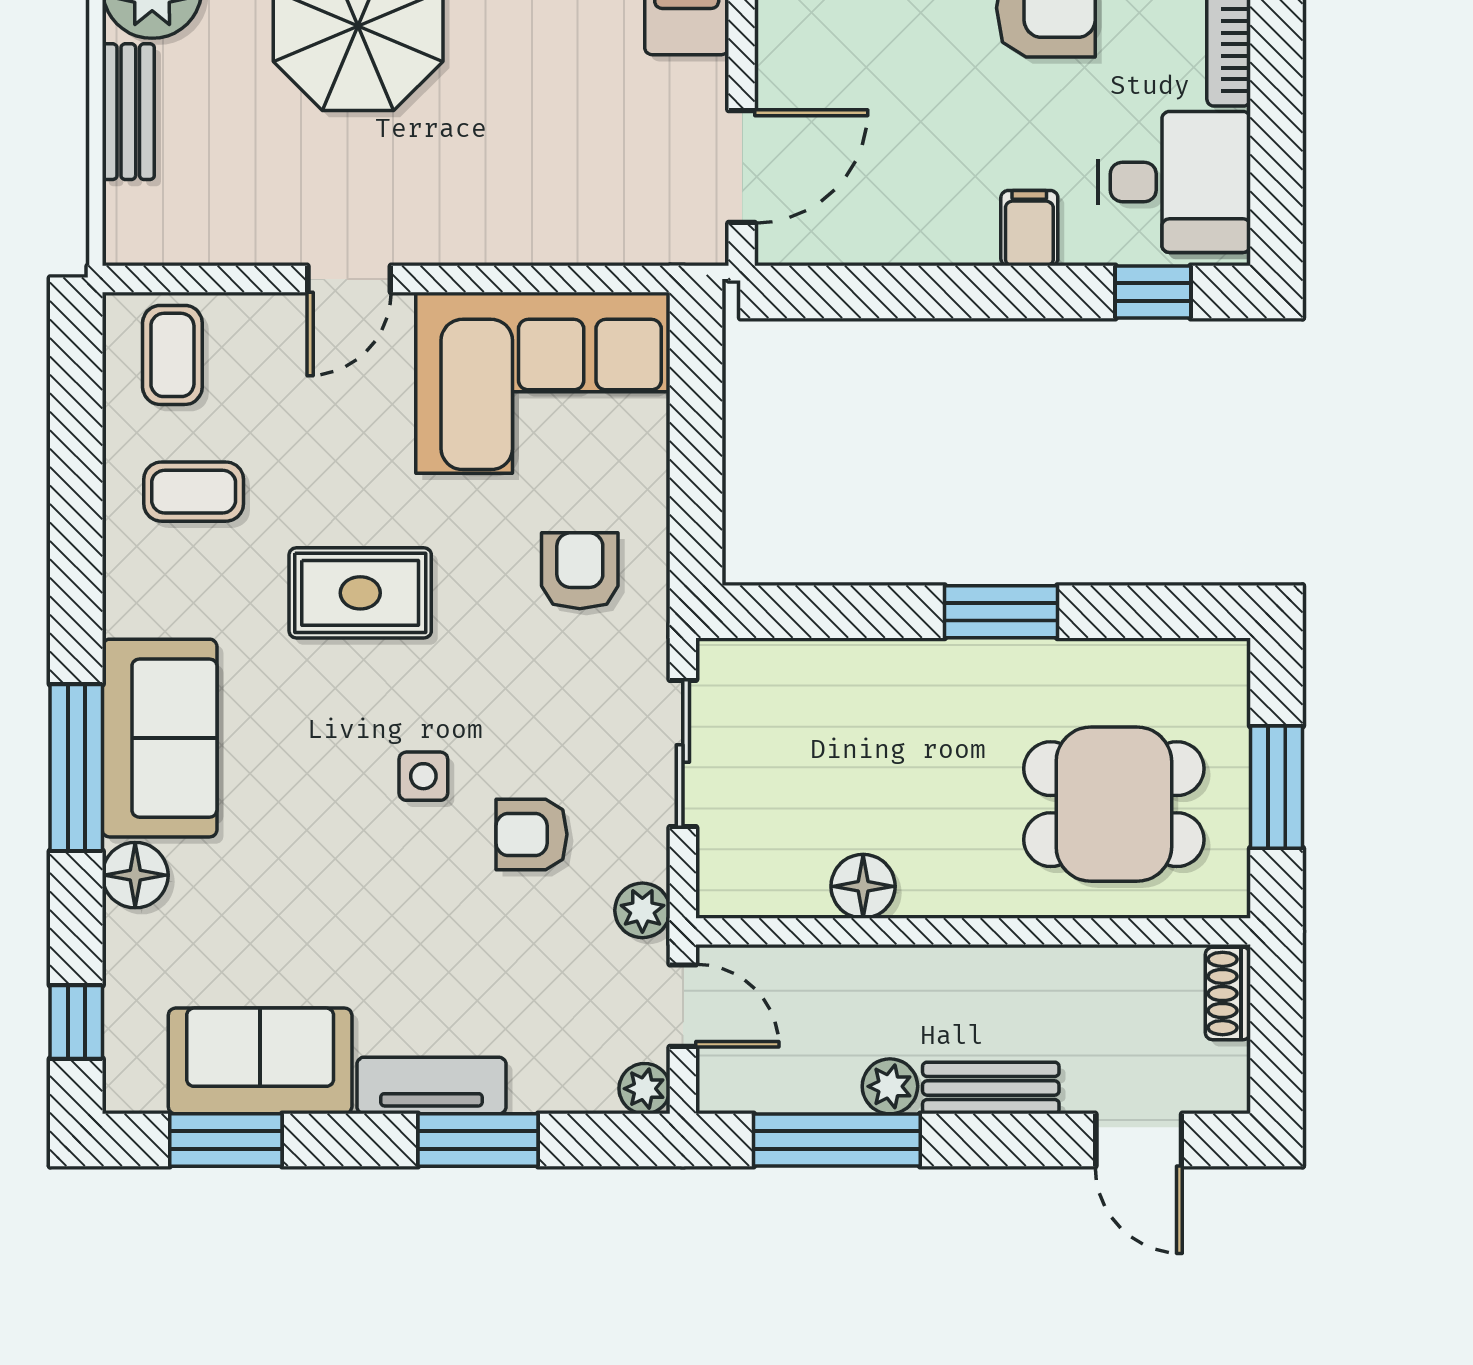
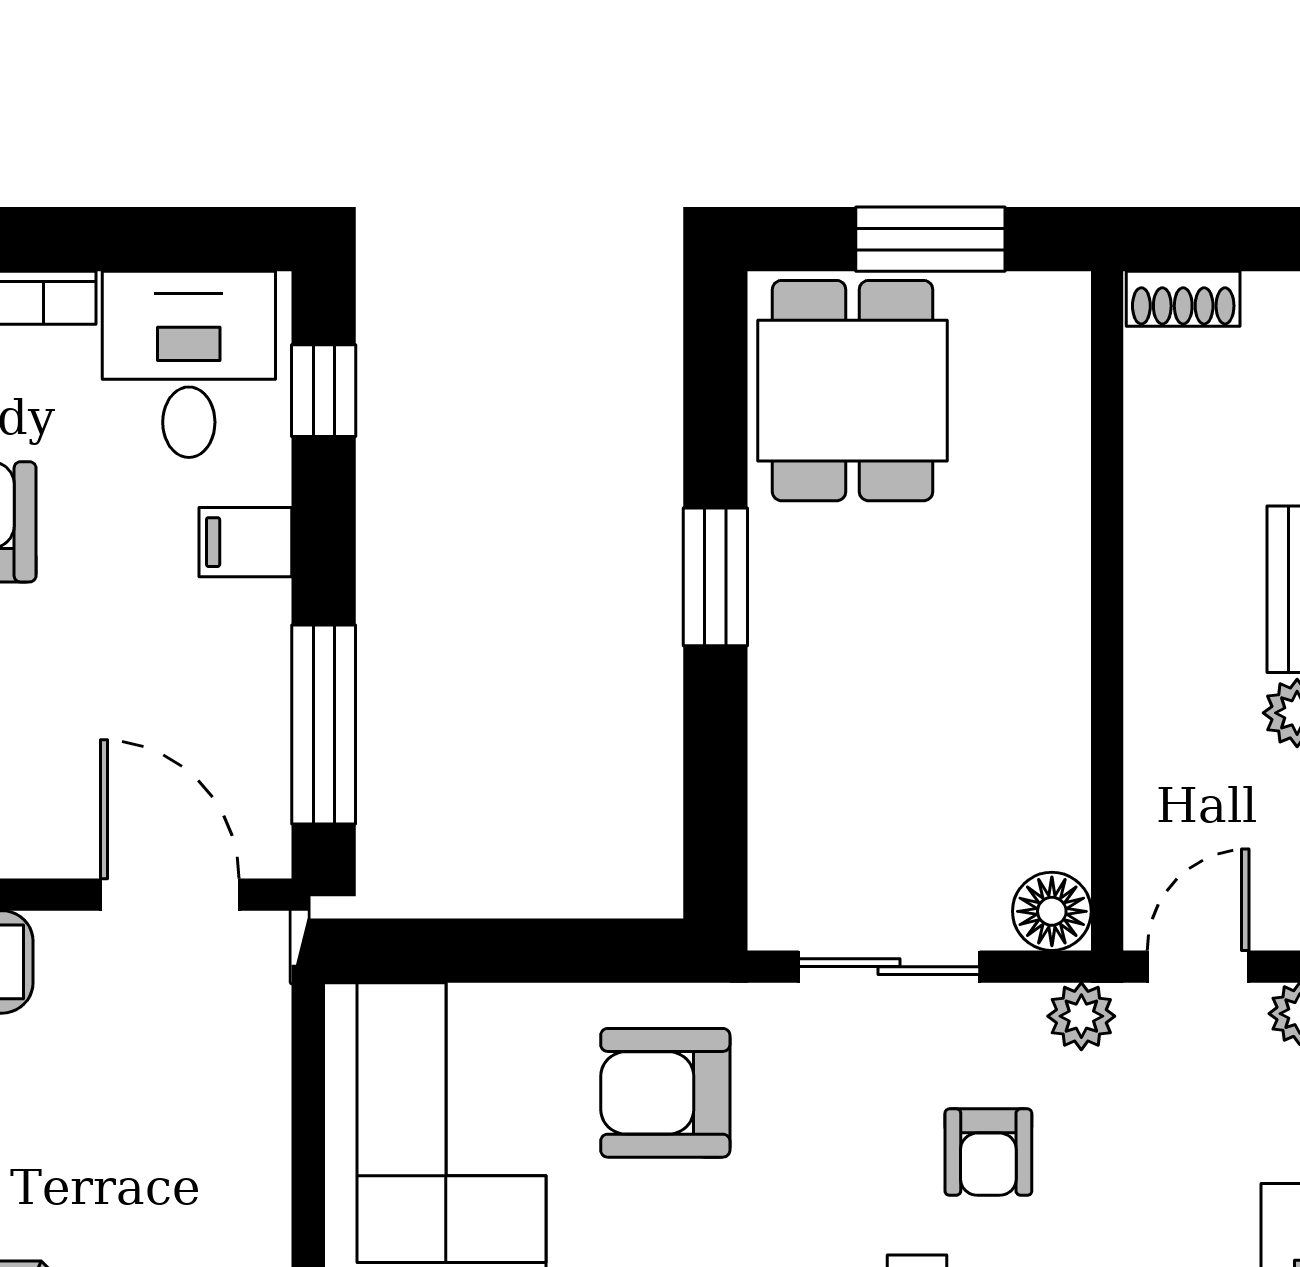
window: (880, 292) -> (324, 725), added
armchair: (580, 571) -> (665, 1093), width x1.38, depth x1.38
dining table: (1114, 804) -> (853, 391), moved
floor lamp: (863, 886) -> (1052, 911), moved

